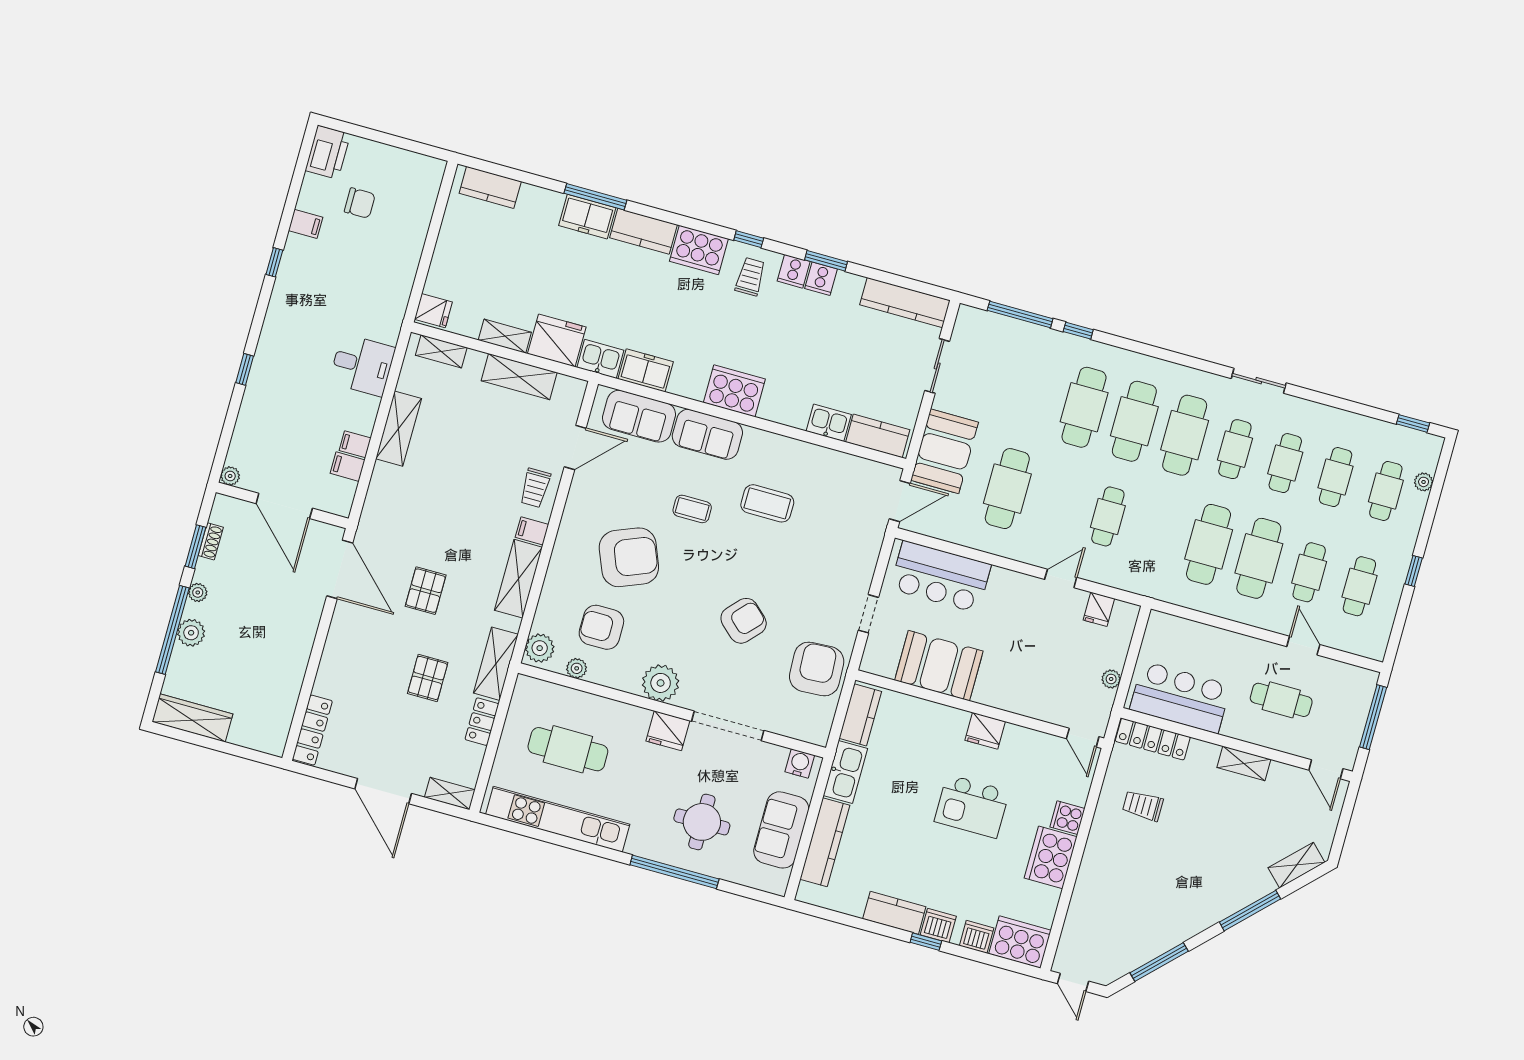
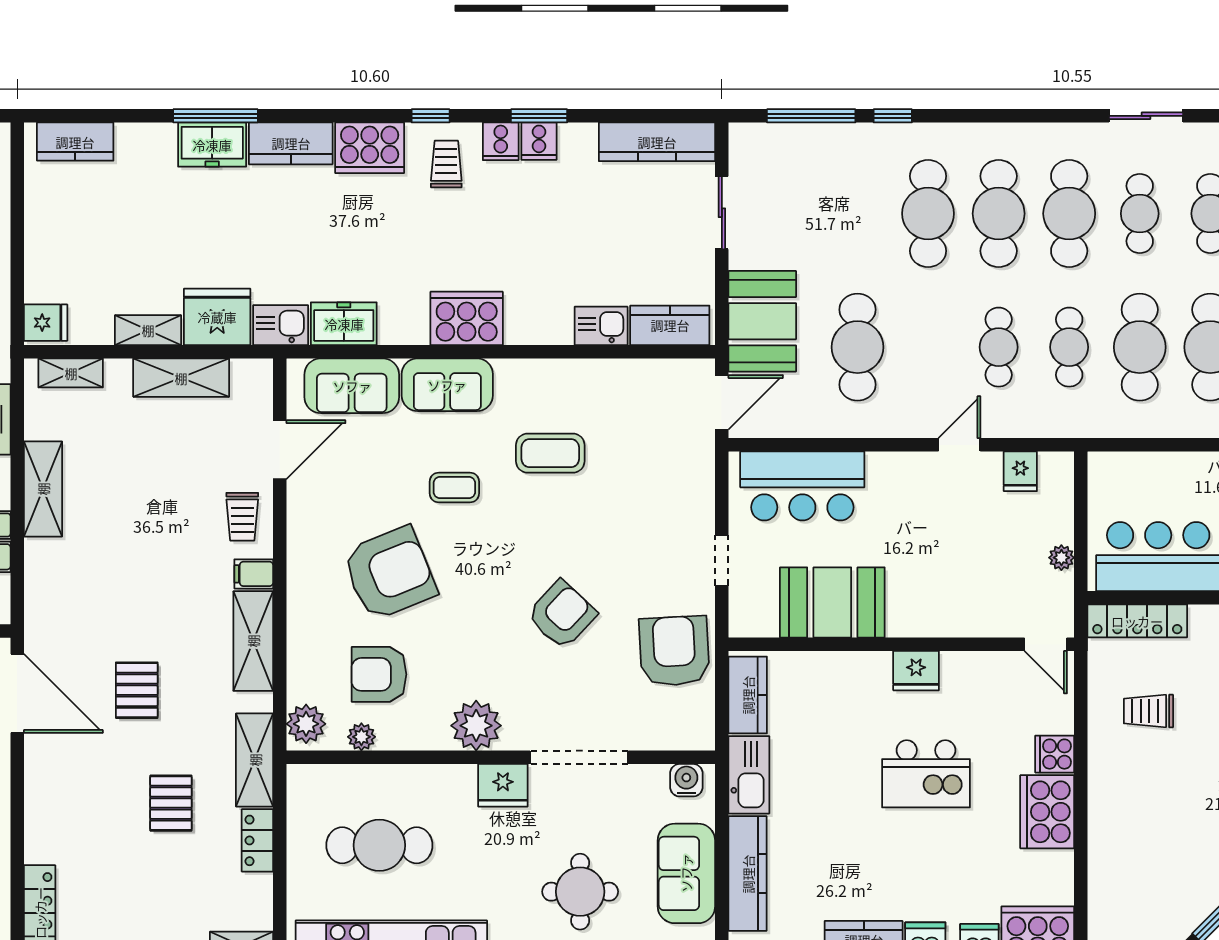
cafe table: (1158, 530) -> (1069, 347), added

